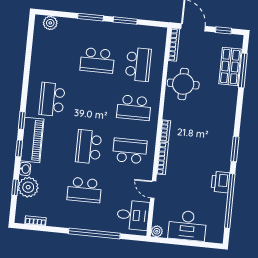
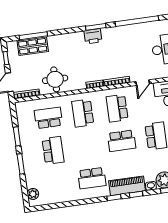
school desk: (134, 108) -> (83, 113), turned 180
printer: (220, 182) -> (93, 36), moved

